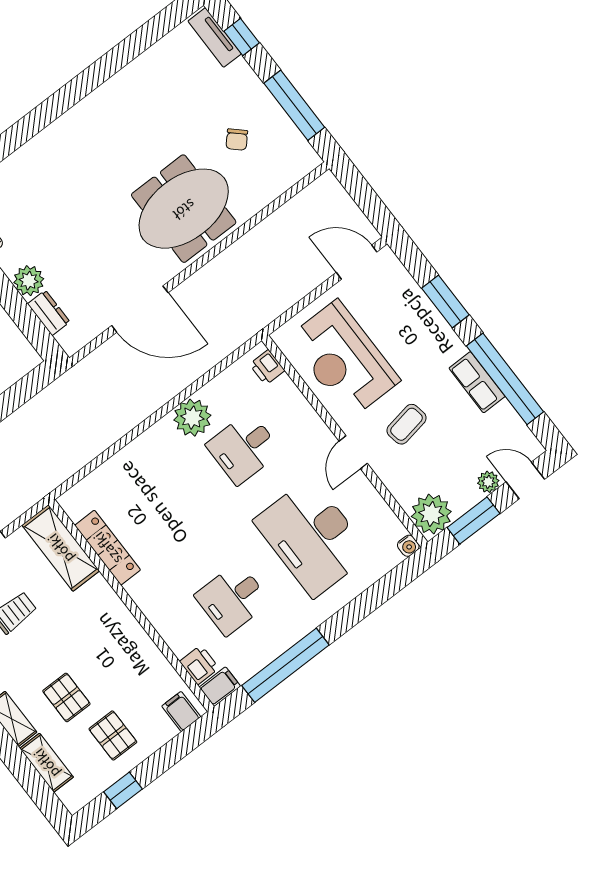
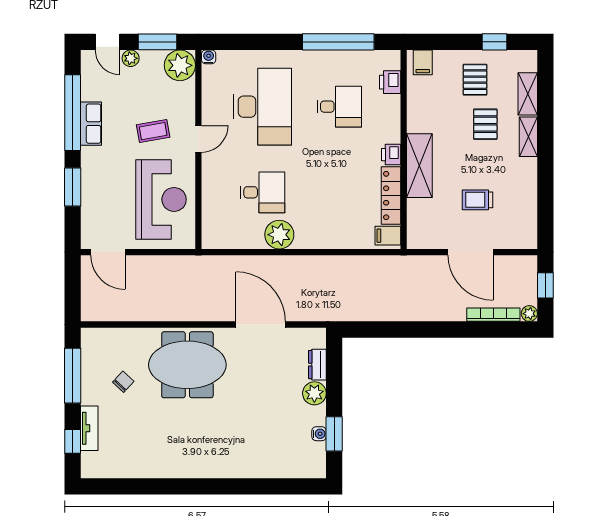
tv unit: (215, 37) -> (89, 428), moved
printer: (267, 367) -> (391, 155), moved, turned 180
shelving: (61, 548) -> (419, 166), moved
filing cabinet: (220, 687) -> (388, 236), moved

